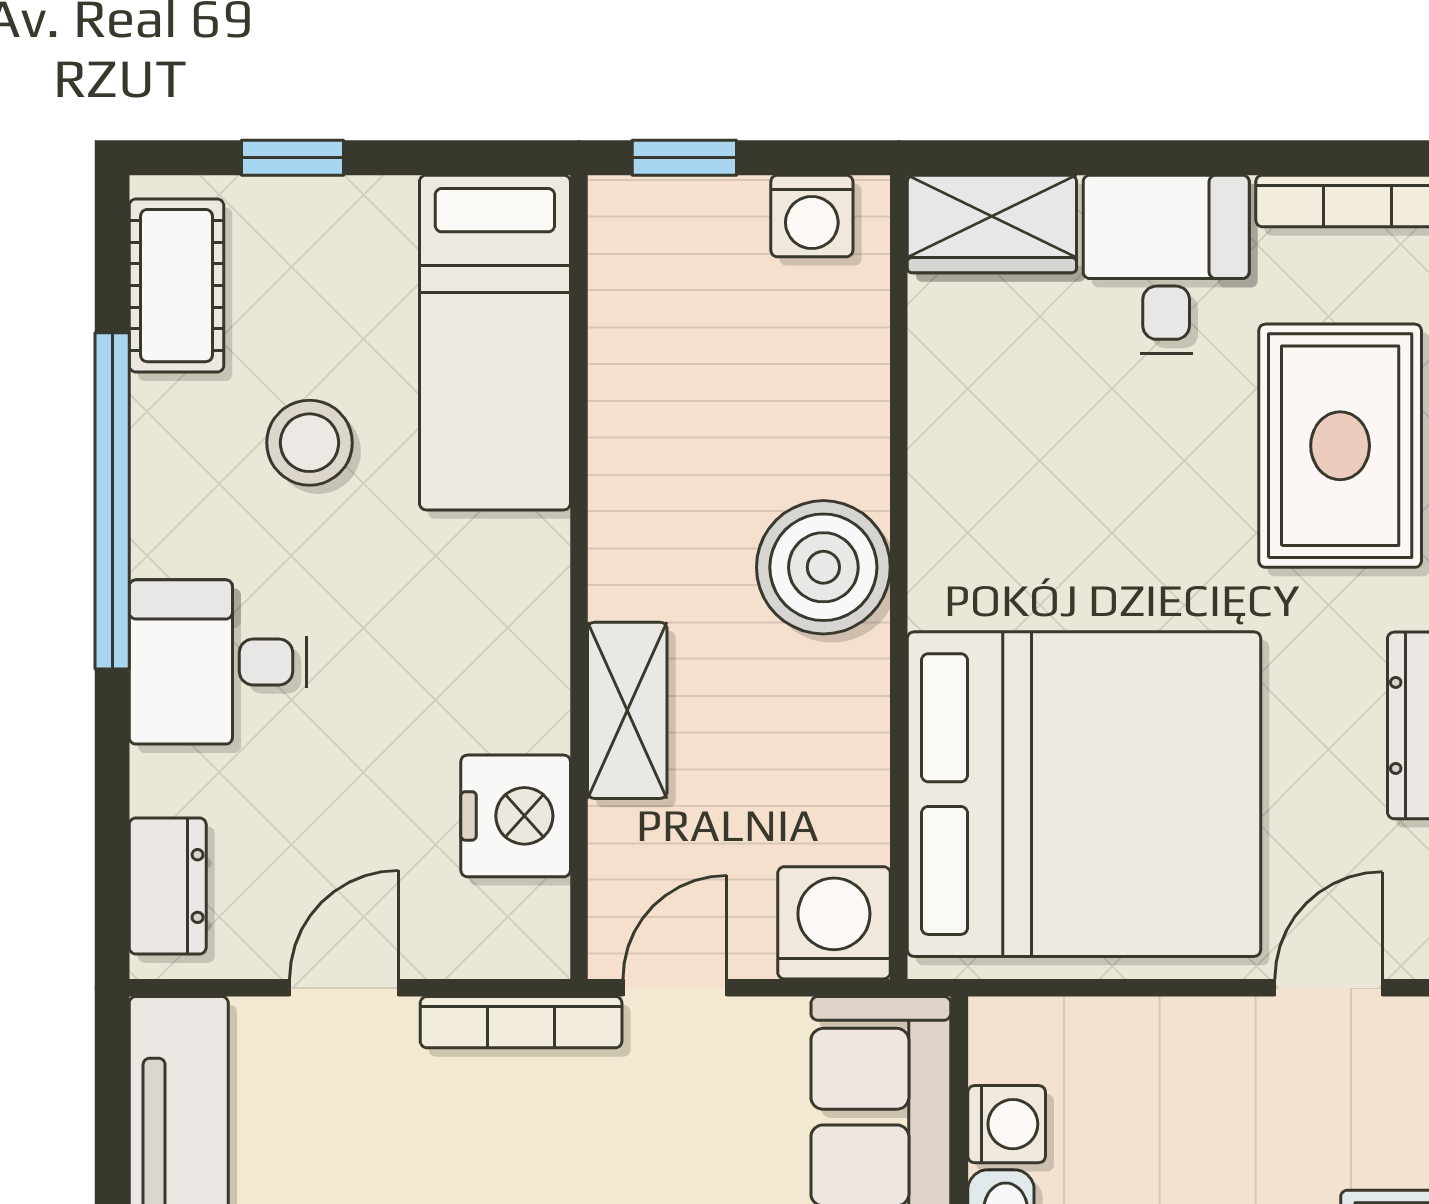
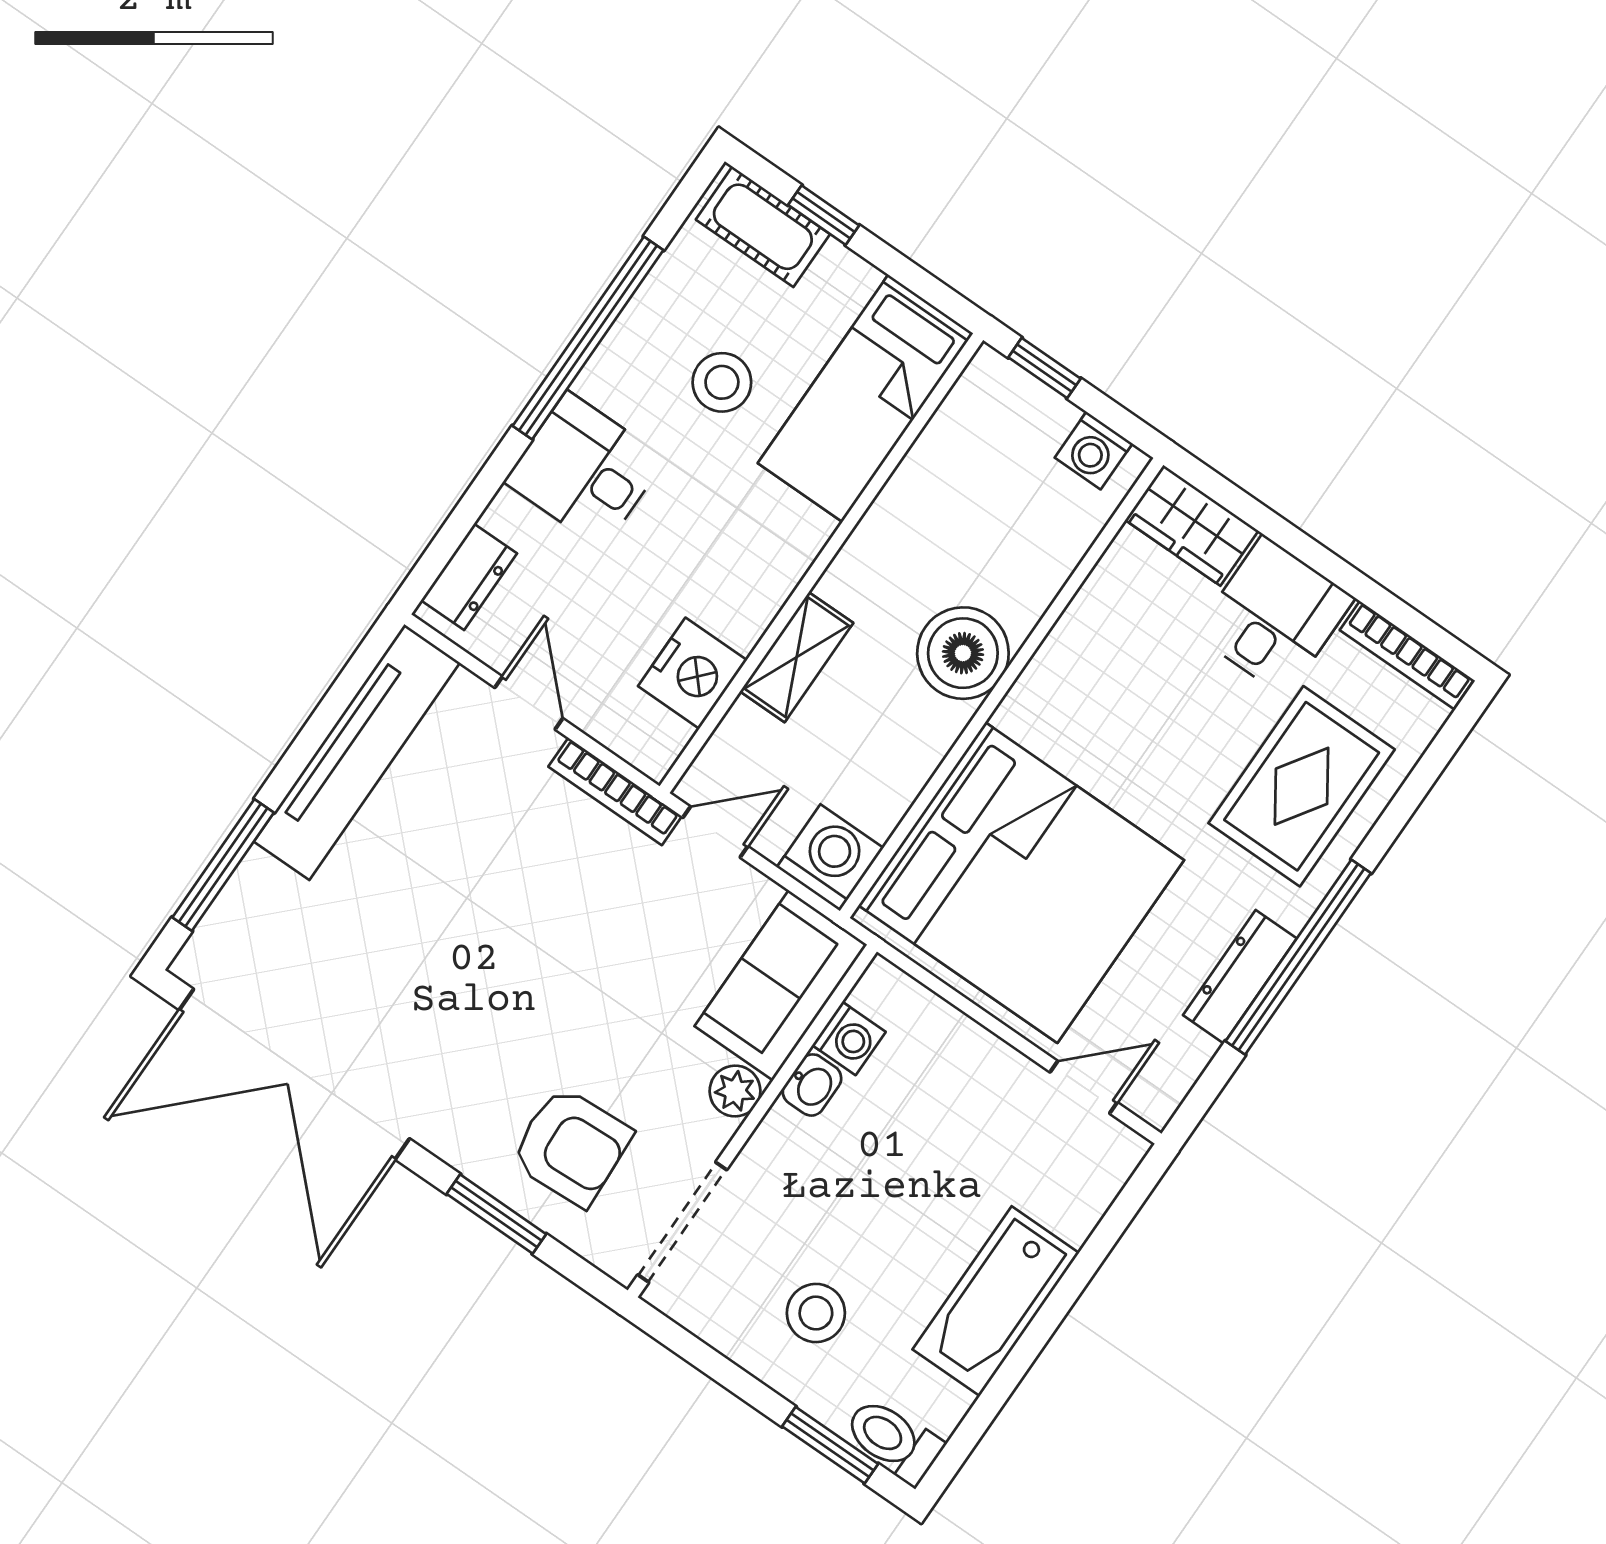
cot: (176, 286) -> (763, 227), moved, turned 90
door: (344, 988) -> (529, 703), hinge flipped

